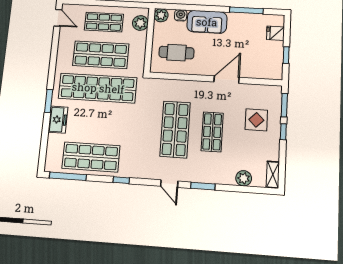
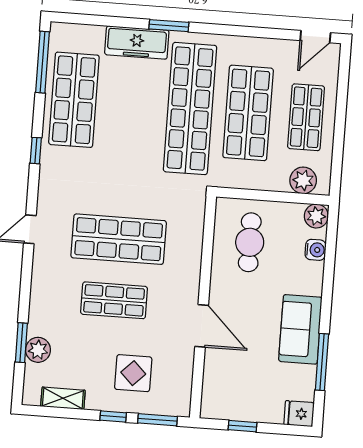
sofa: (207, 22) -> (300, 329), moved
fridge: (275, 33) -> (299, 414), moved, turned -90
freezer: (58, 120) -> (137, 42), width x1.40
shelving: (273, 175) -> (63, 398), moved
window: (203, 186) -> (21, 343), moved

